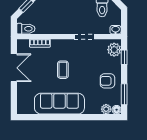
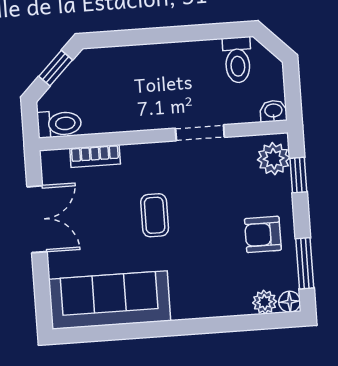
sofa: (59, 104) -> (110, 300), moved

